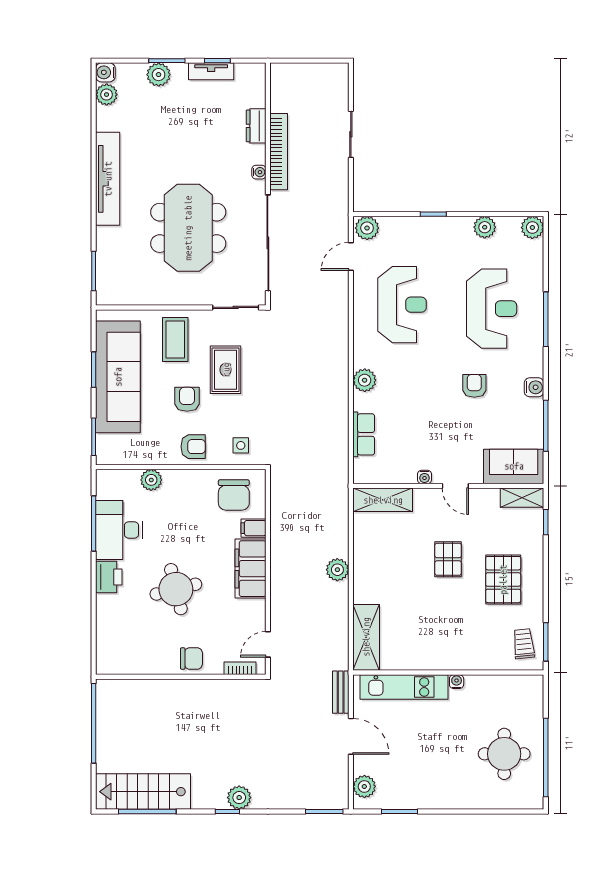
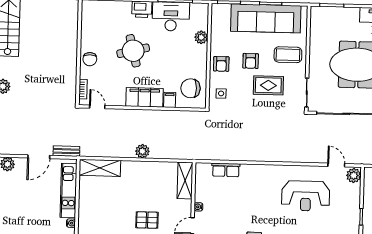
plant: (365, 380) -> (259, 171), removed
armchair: (187, 399) -> (251, 61), turned 90

